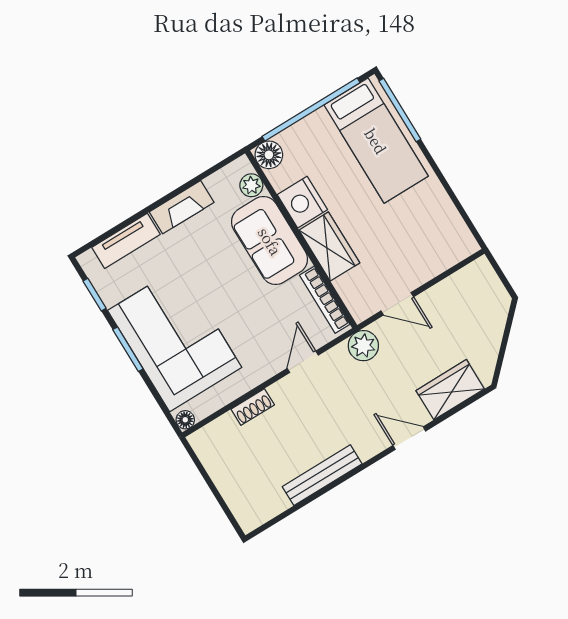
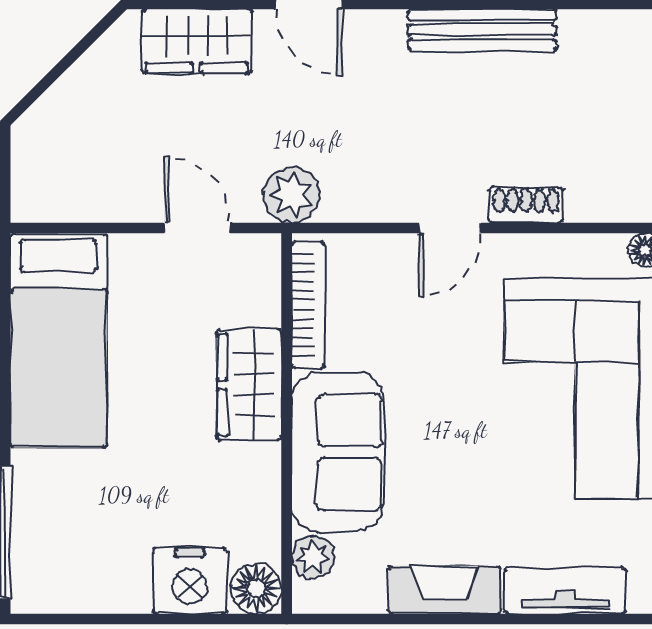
window: (311, 110) -> (145, 619), removed
bed: (376, 141) -> (59, 340), moved, turned 180
nightstand: (302, 202) -> (190, 581), moved, turned 90
door: (303, 362) -> (450, 228), moved

